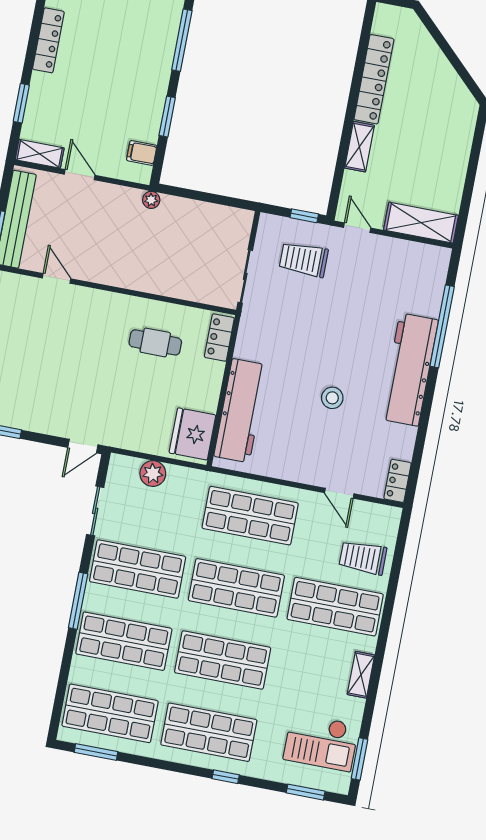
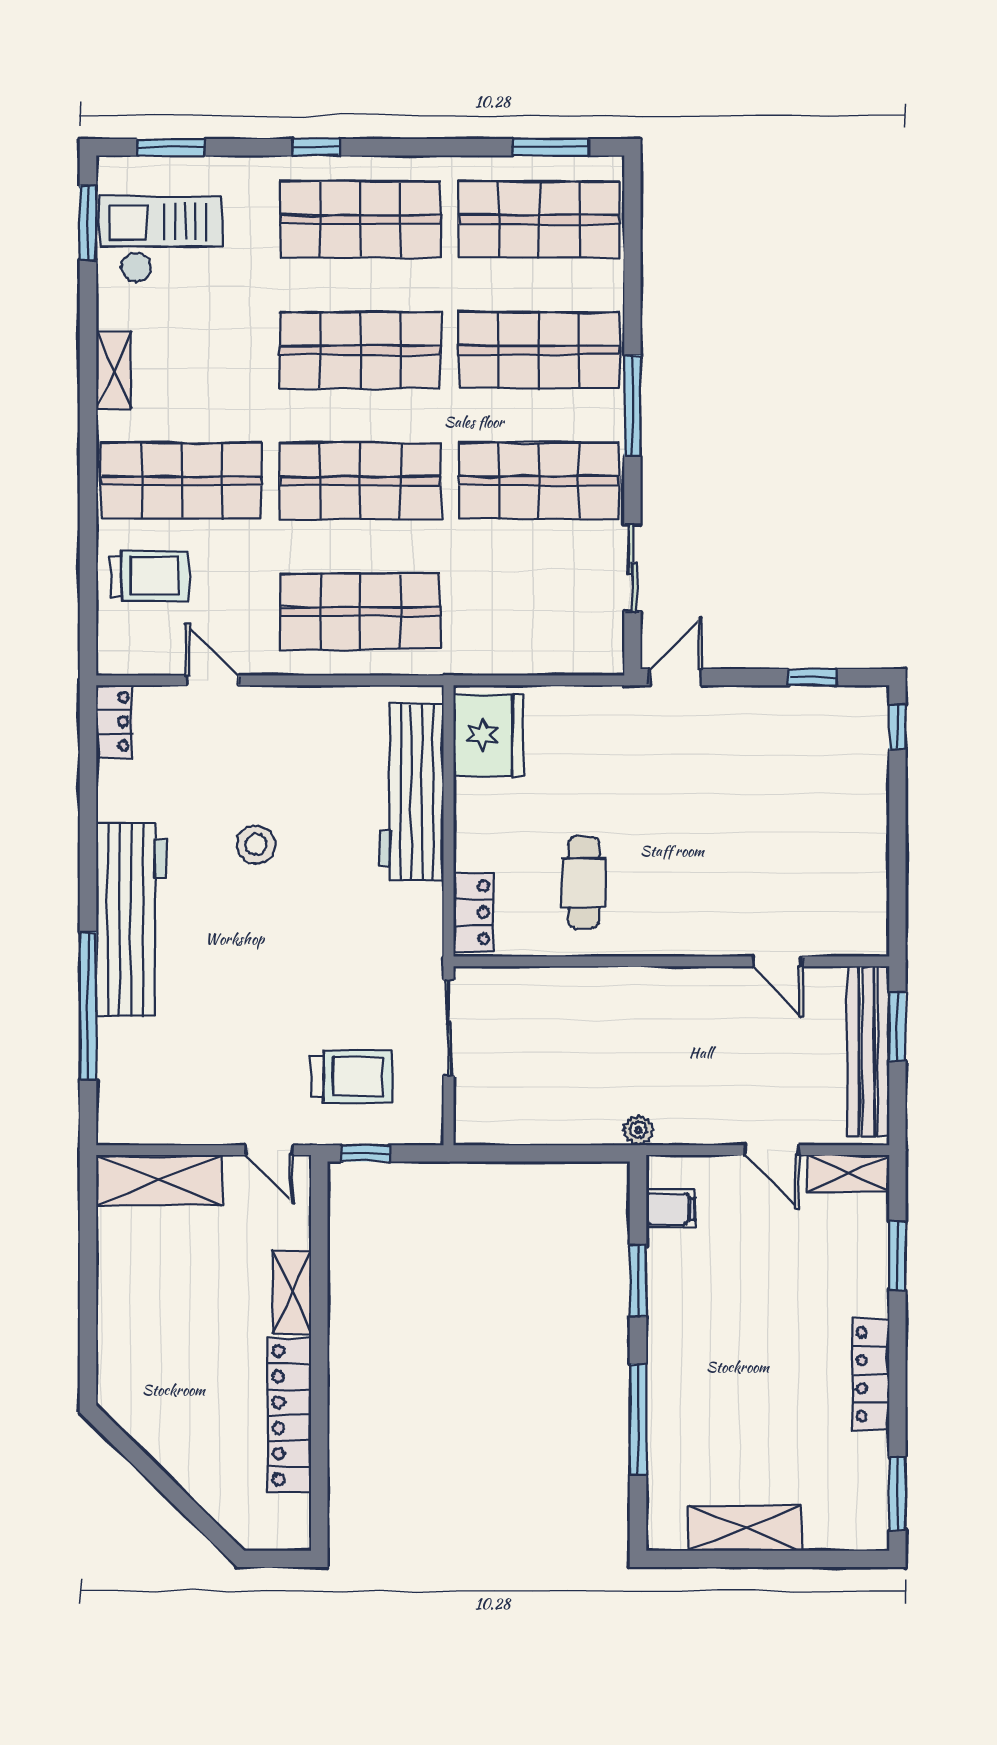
cafe table: (155, 342) -> (584, 882), turned 90
plant: (153, 474) -> (544, 653), removed

